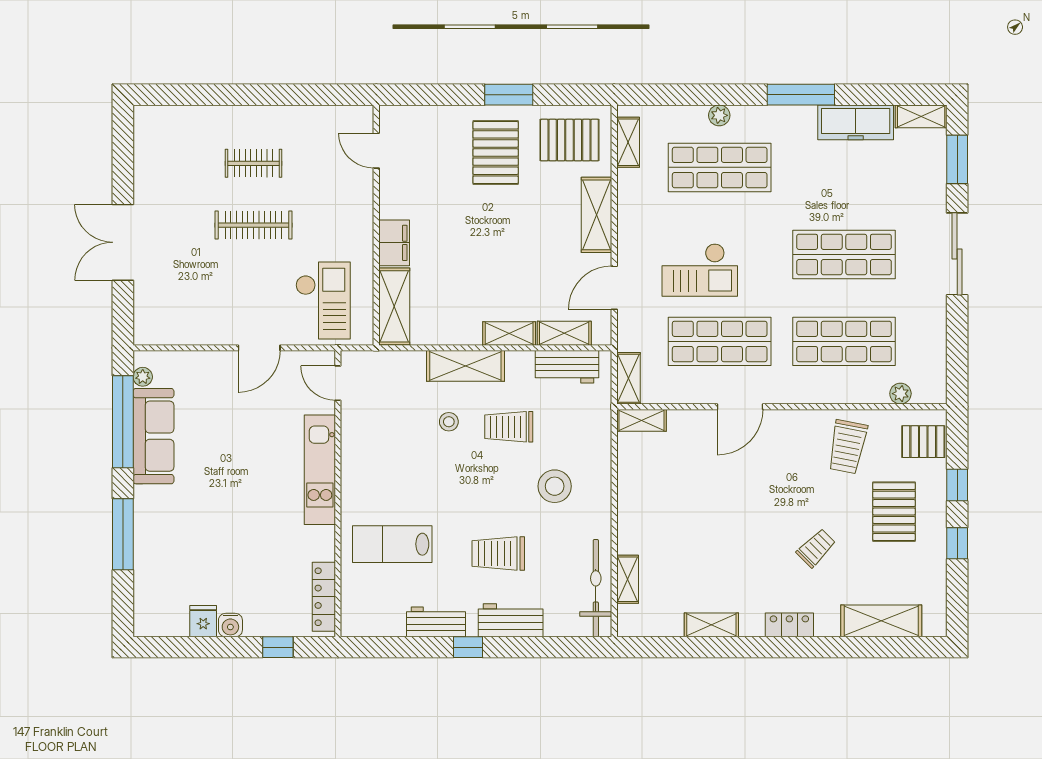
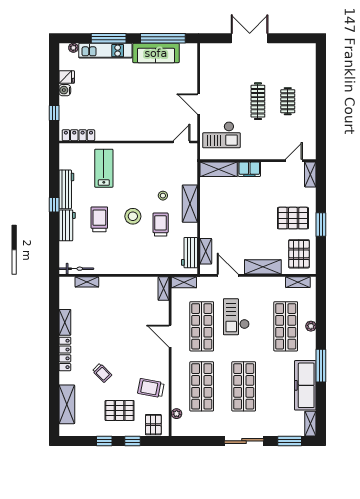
freezer: (856, 122) -> (305, 385), width x1.36, depth x1.26
shelving: (509, 334) -> (310, 174), moved
plant: (143, 377) -> (73, 48), moved
kitchen unit: (320, 470) -> (105, 51), moved, turned 180
stool: (555, 486) -> (133, 216), moved
bicycle: (596, 588) -> (76, 269), width x0.73, depth x0.71
workbench: (436, 622) -> (66, 189), width x1.38
locker: (789, 625) -> (65, 354), width x1.53

